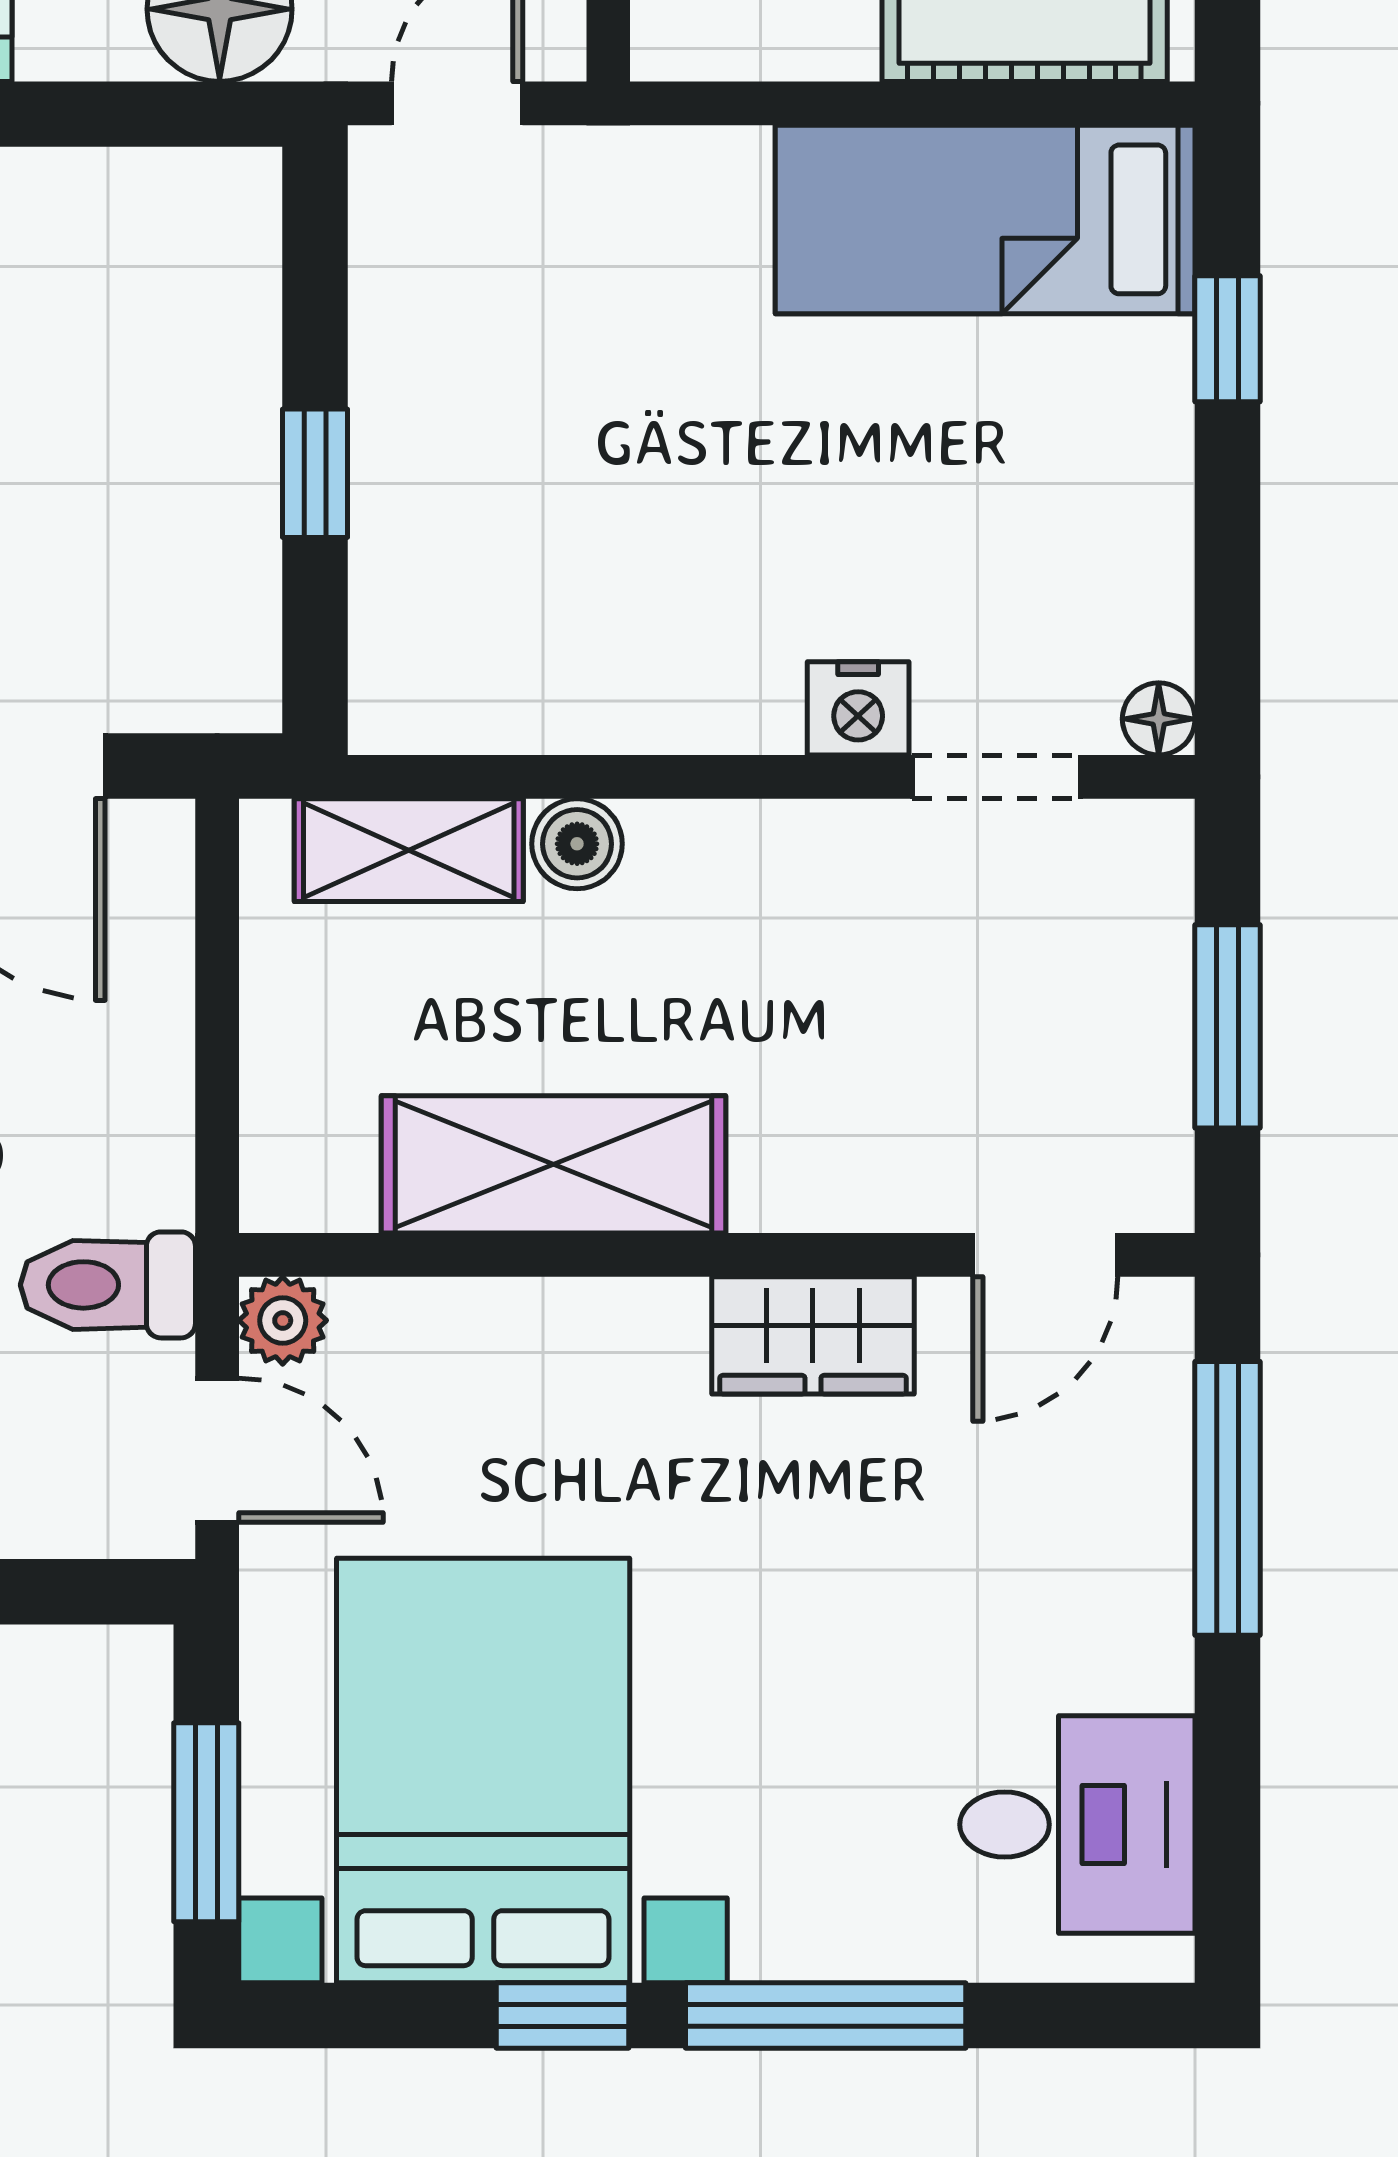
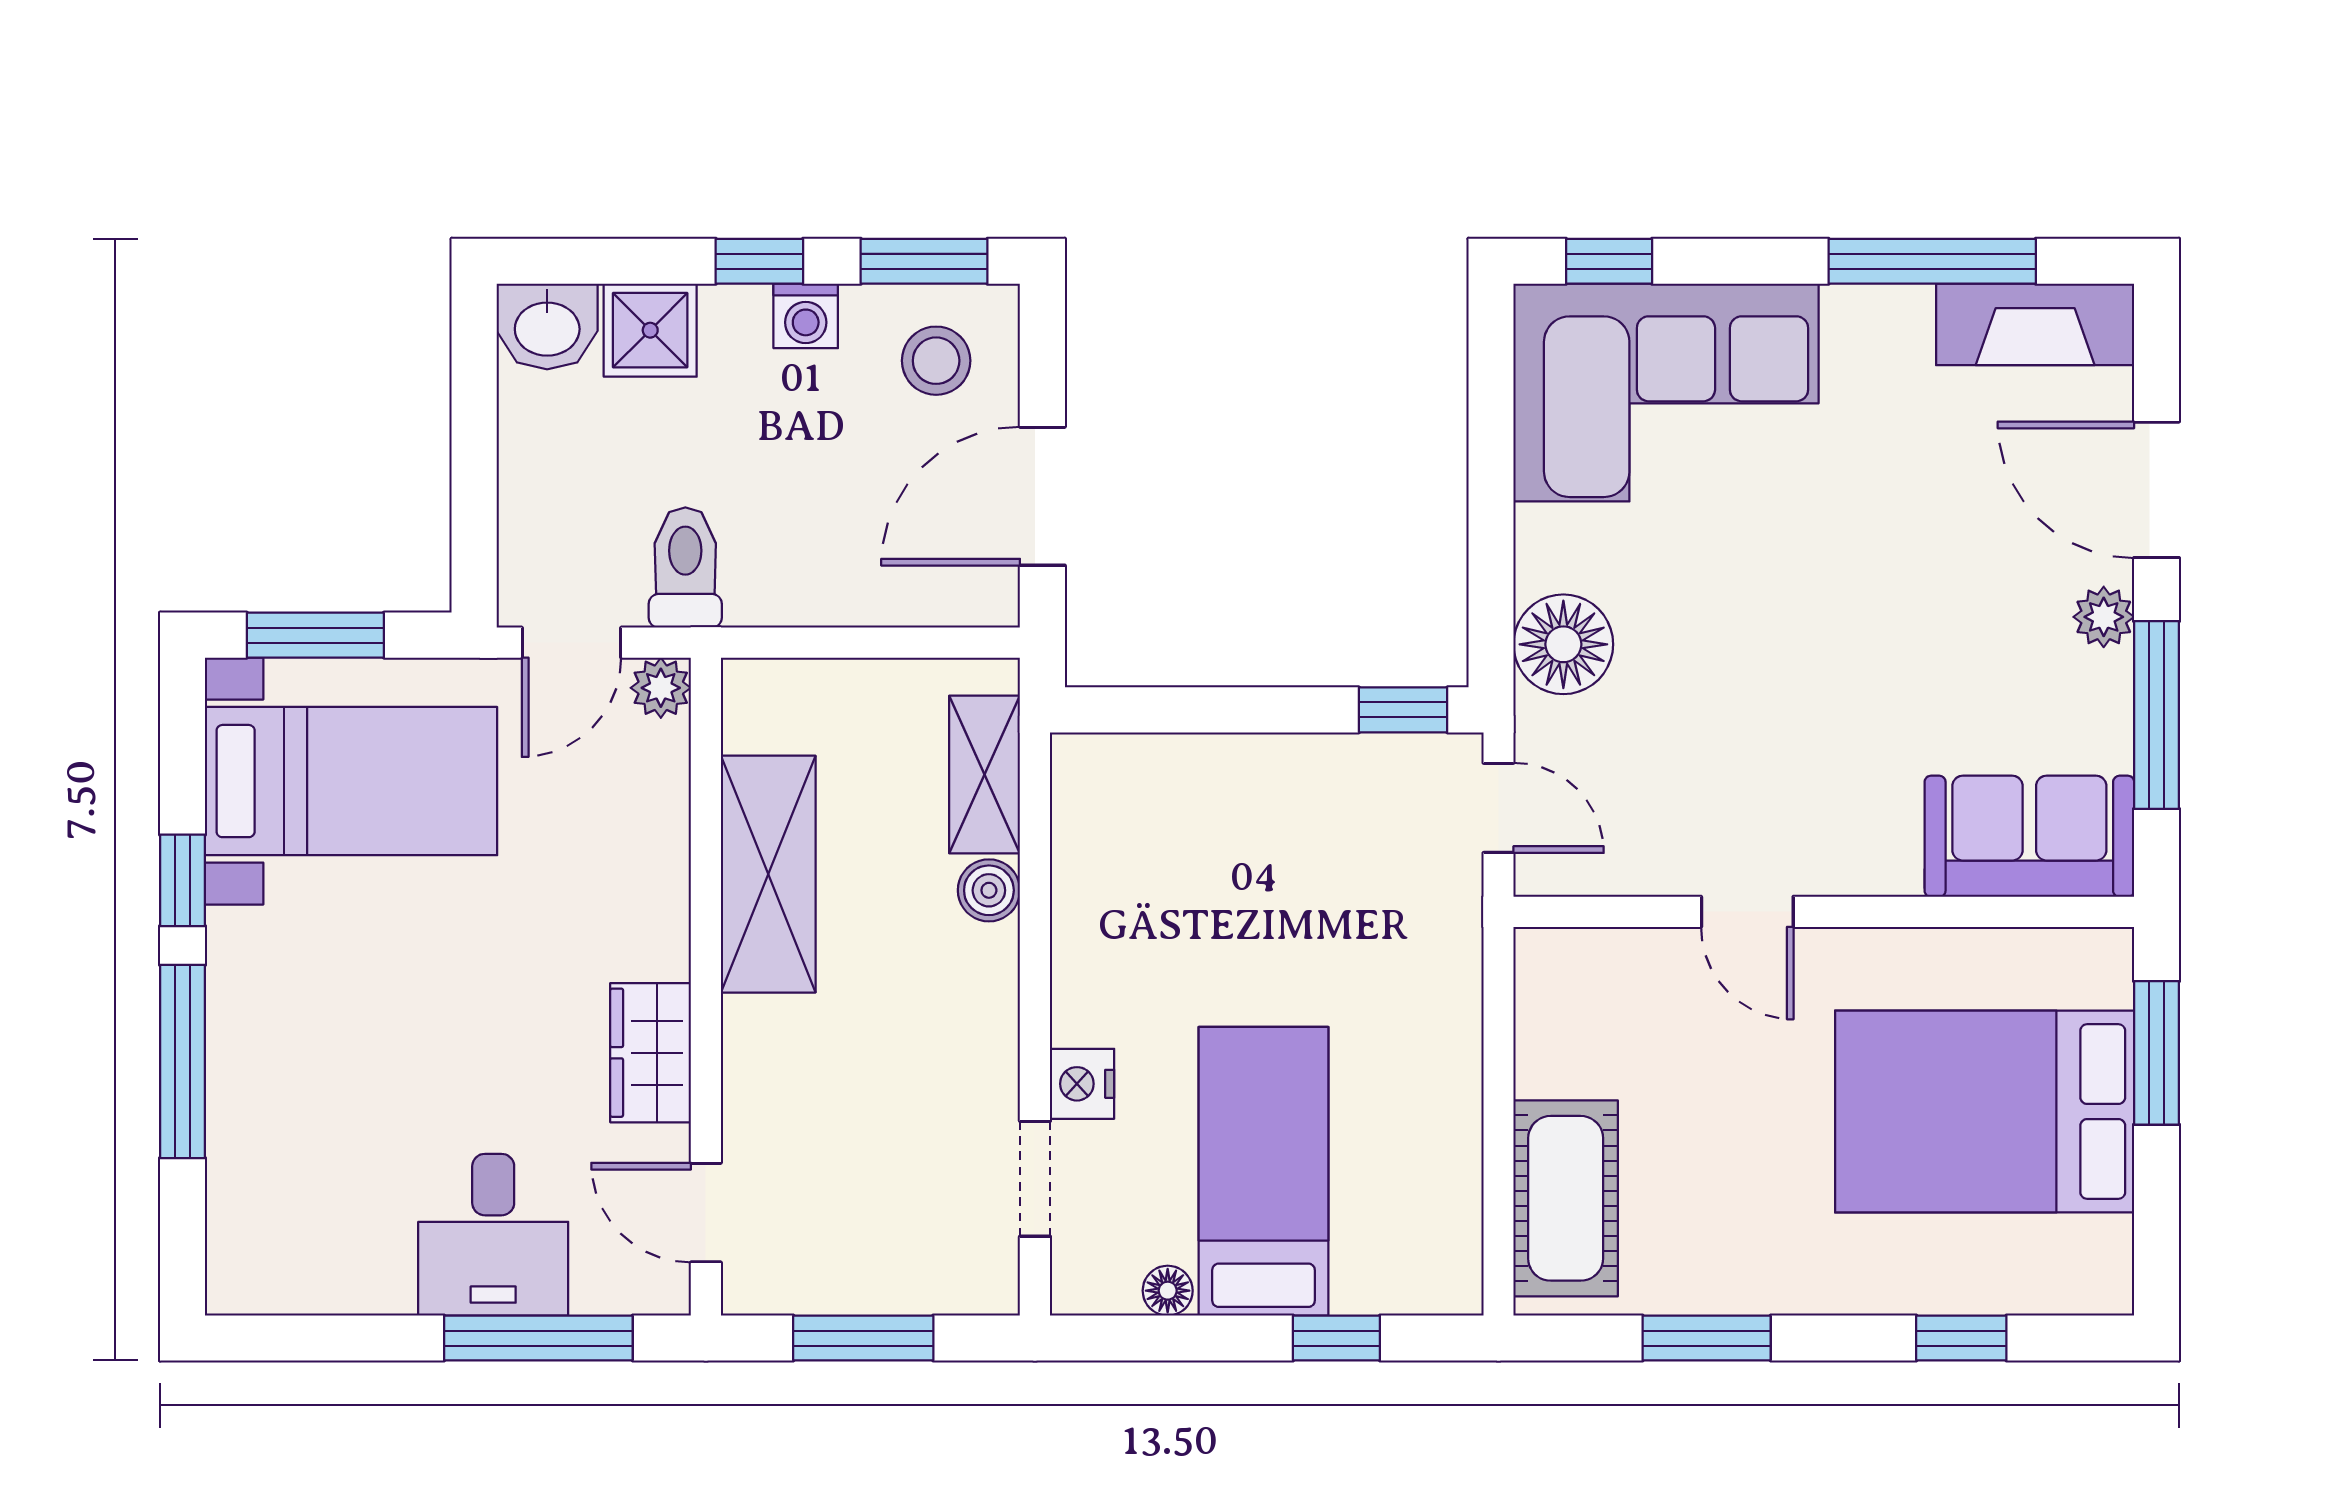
bed: (985, 219) -> (1264, 1171), moved
window: (315, 473) -> (1403, 710), moved
floor lamp: (1159, 719) -> (1168, 1291), moved
bed with nightstands: (483, 1771) -> (351, 781), width x0.73
desk: (1077, 1825) -> (493, 1235), moved

